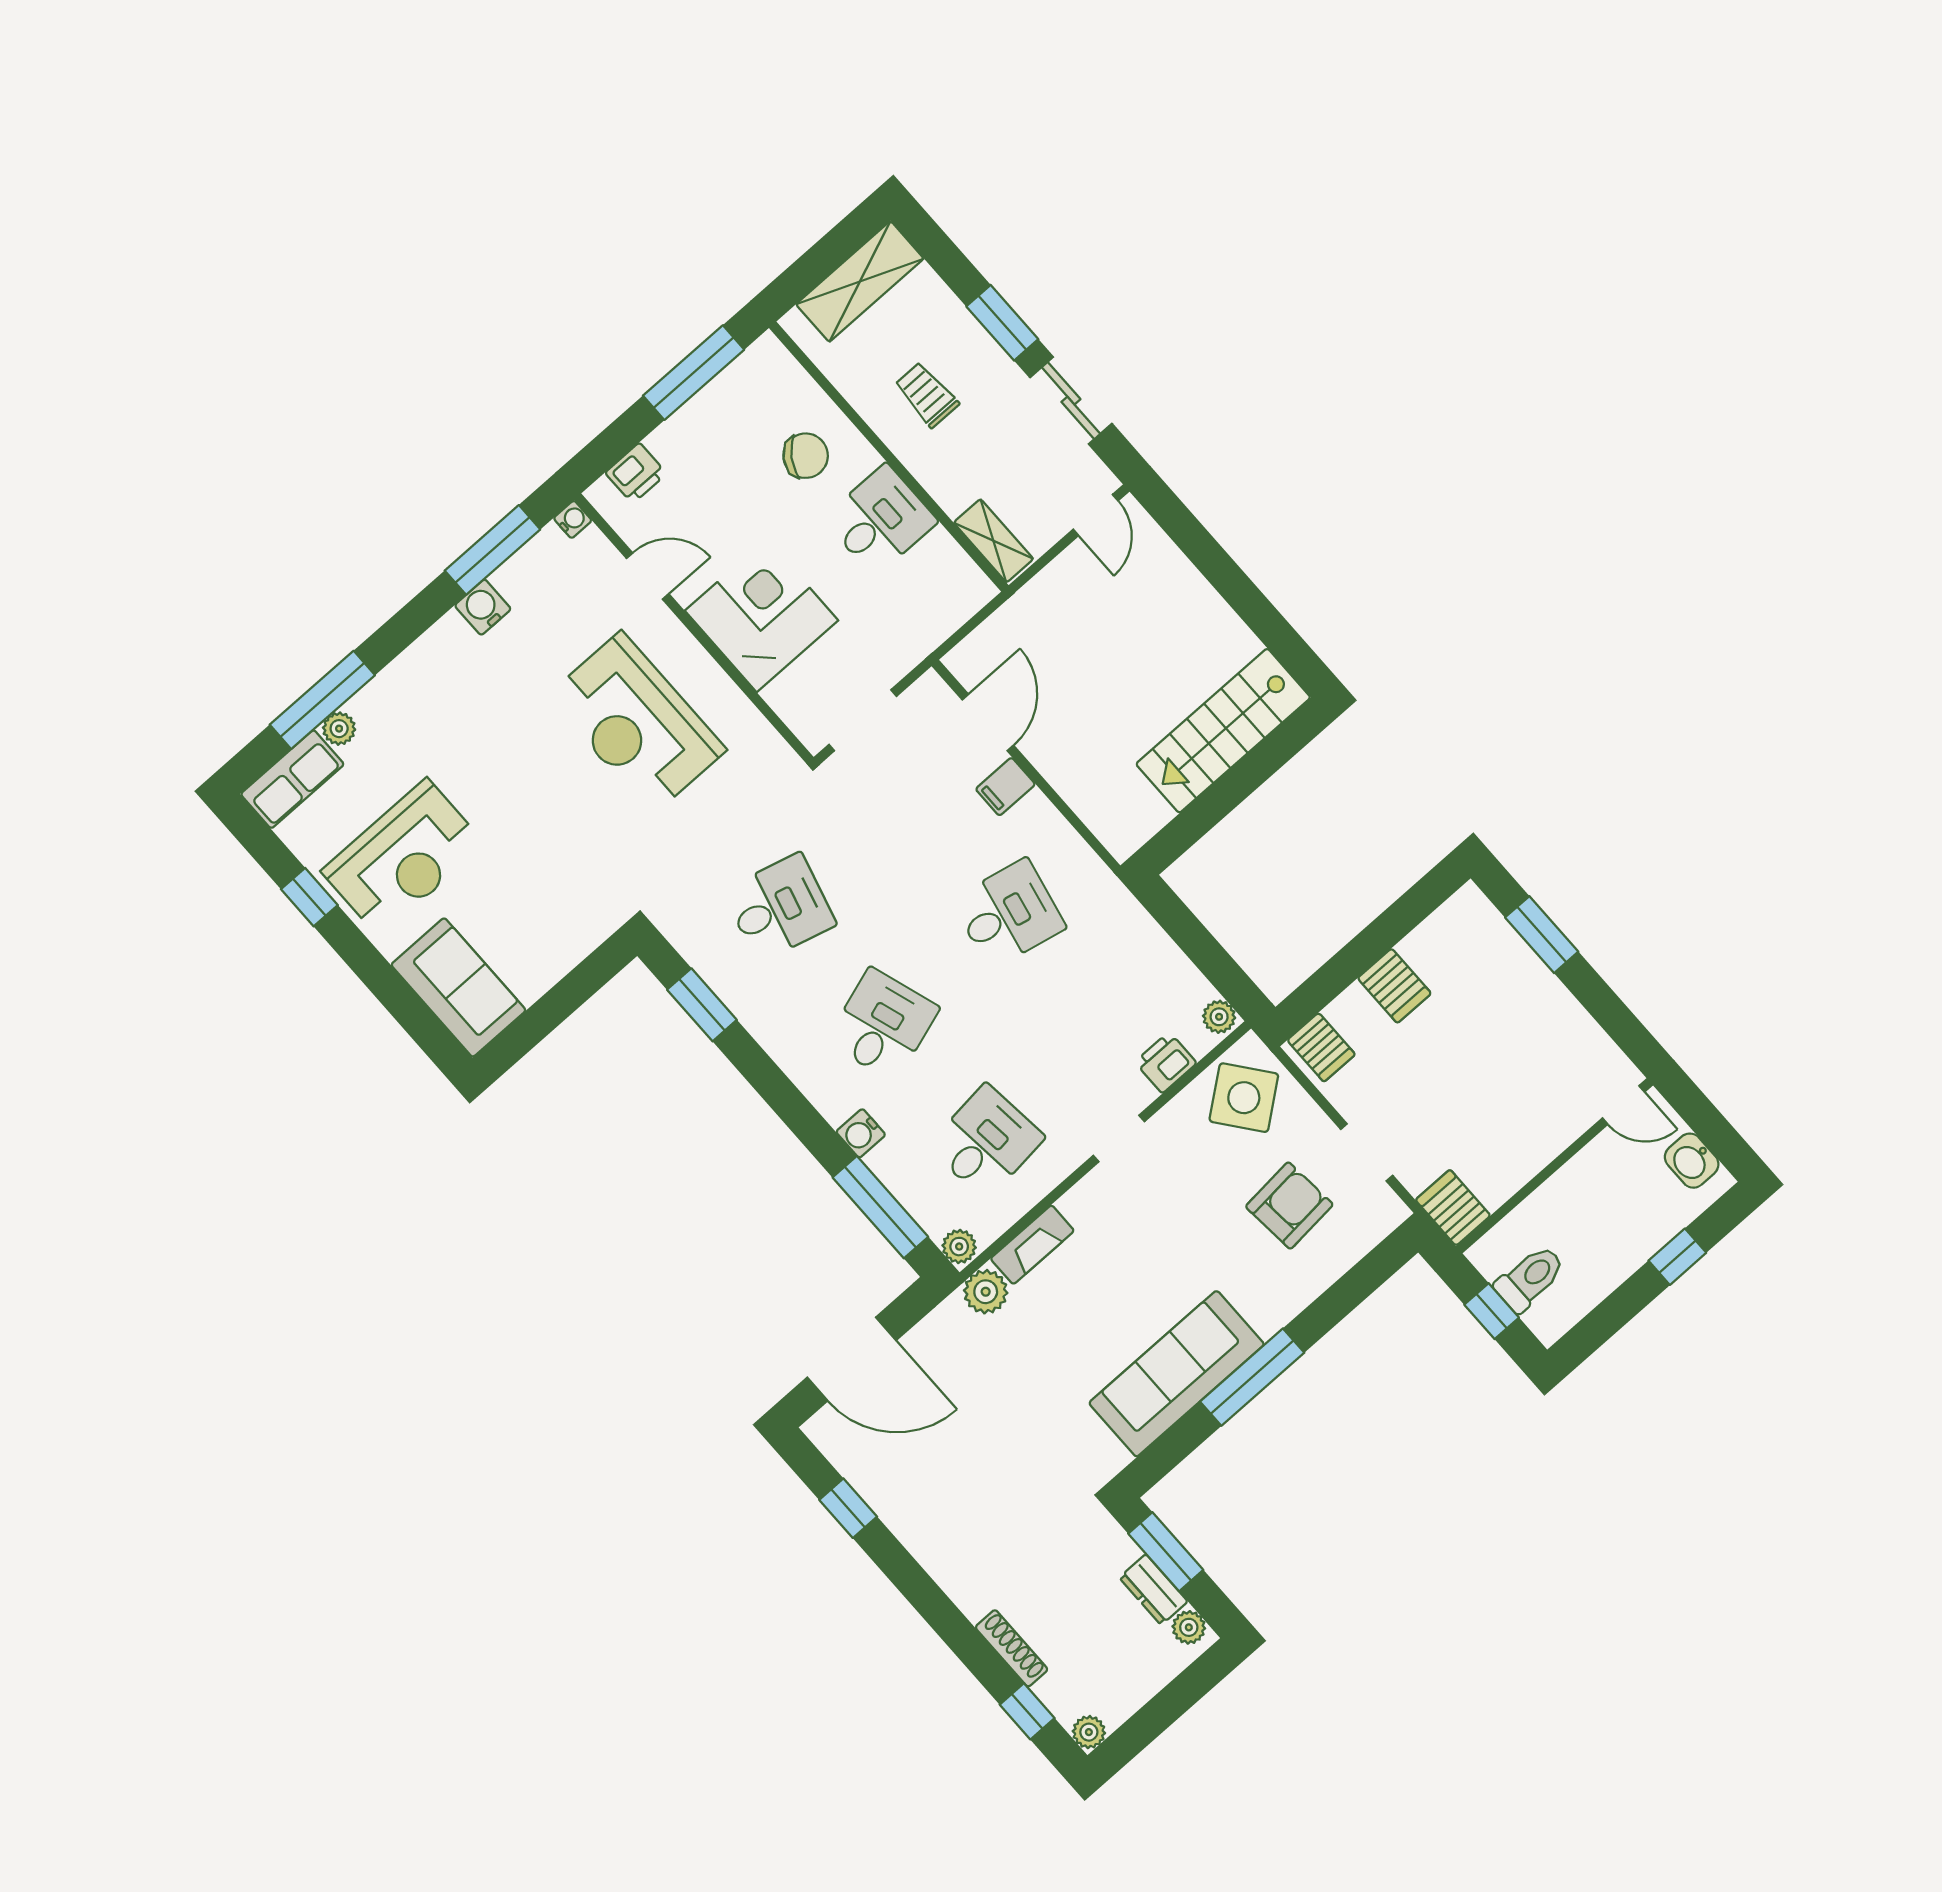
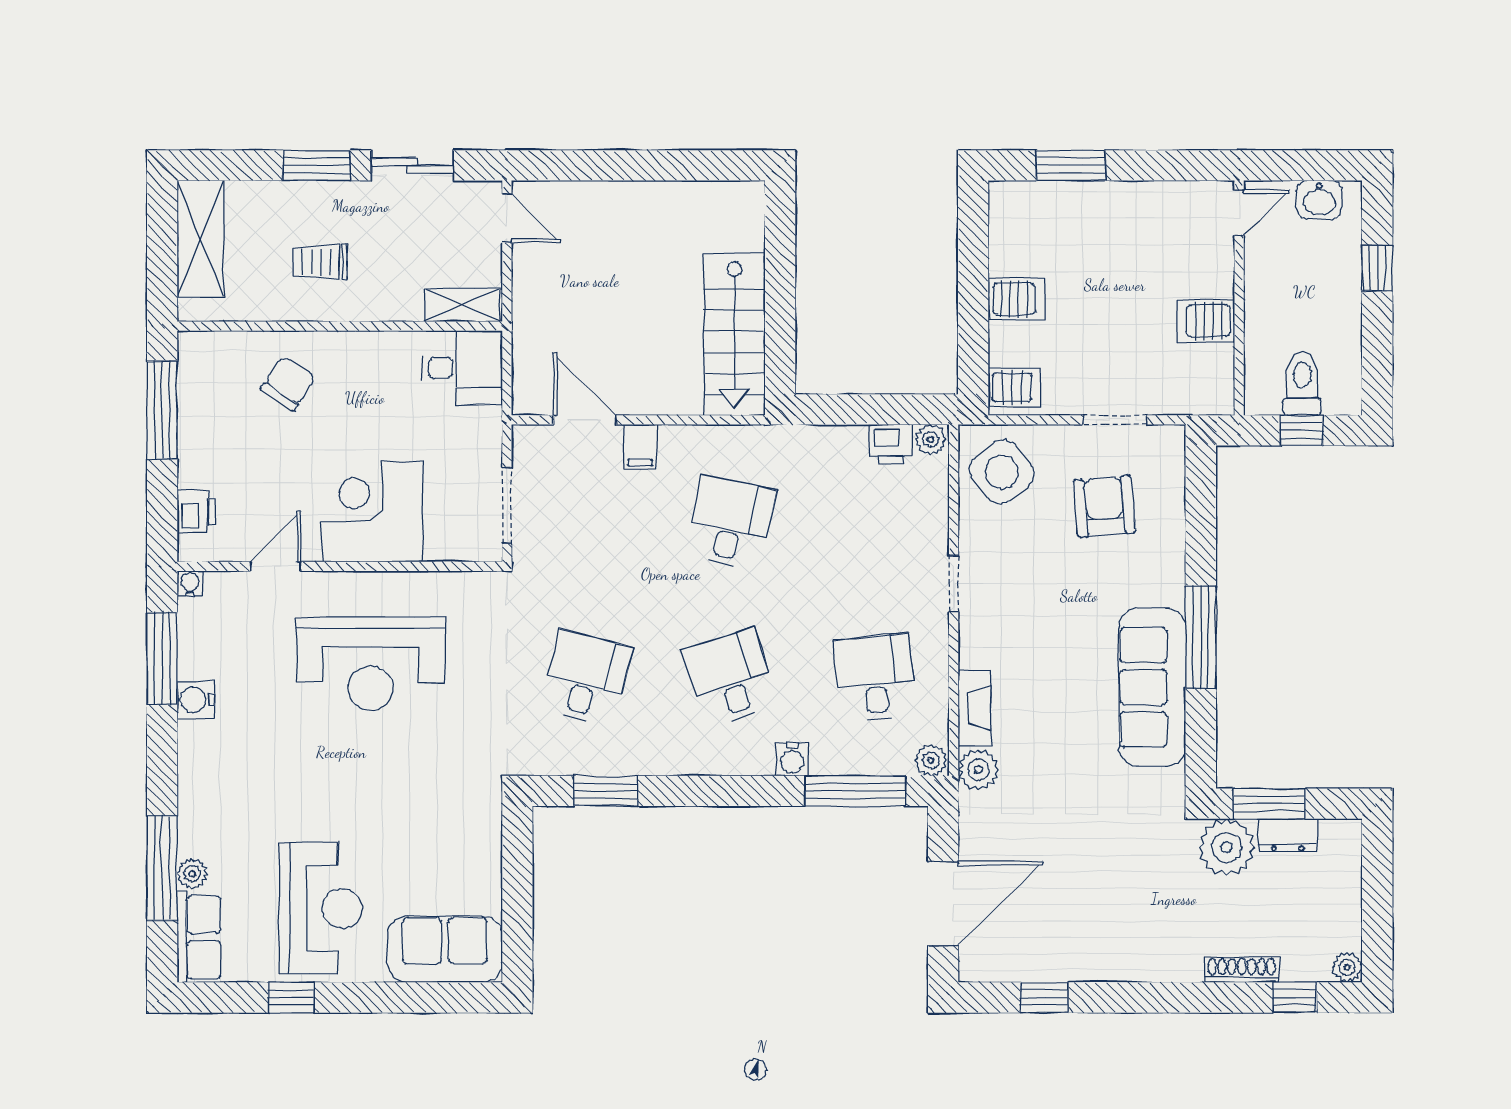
desk: (880, 520) -> (462, 368), moved, turned 90
stairs: (1223, 731) -> (735, 334), moved
printer: (1166, 1063) -> (891, 444), moved, turned -90
server rack: (1453, 1208) -> (1206, 321), moved
plant: (1189, 1627) -> (1227, 847), moved, width x1.87, depth x1.87

